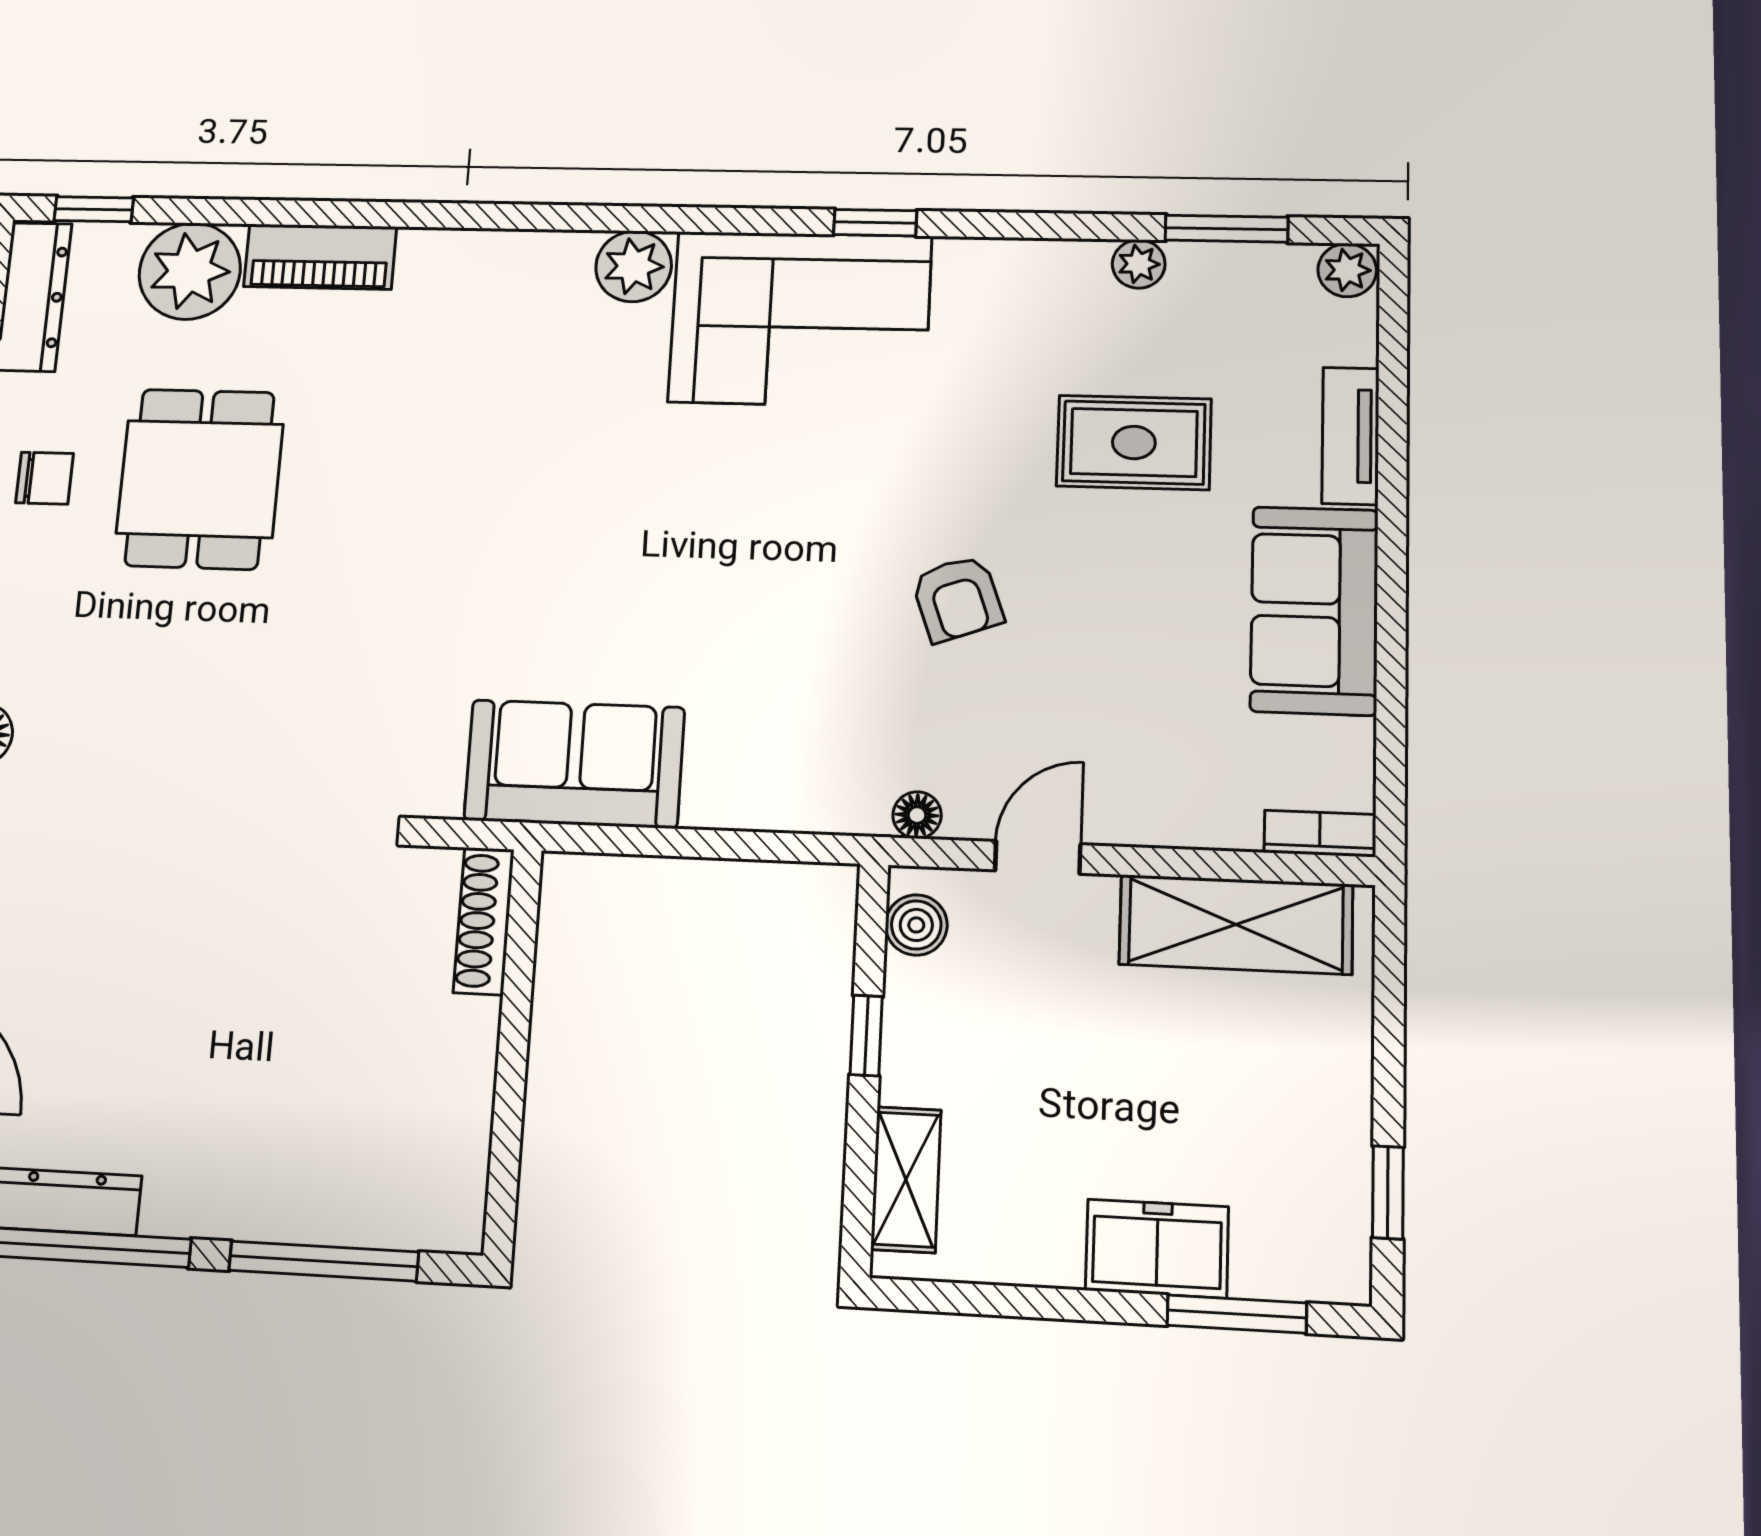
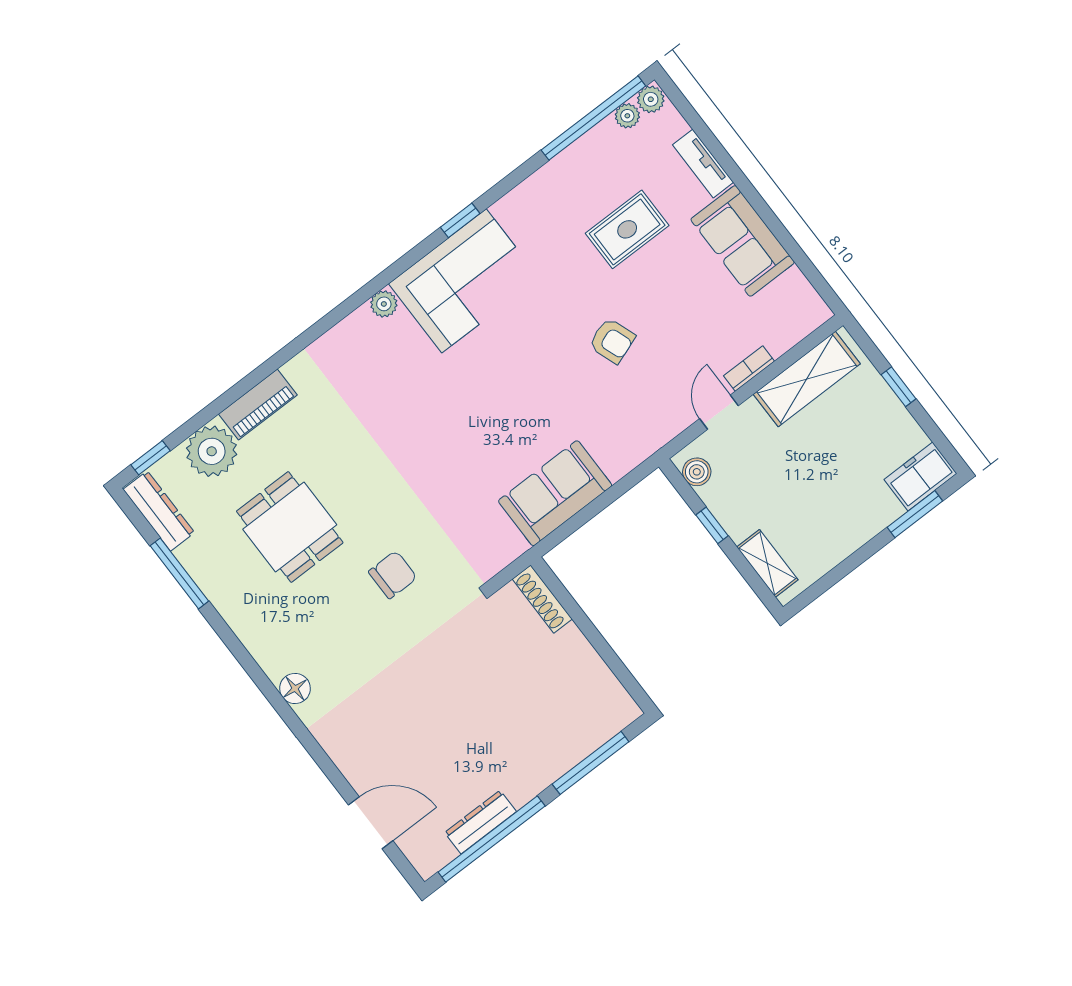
window: (1227, 229) -> (593, 118), width x2.11
plant: (1139, 264) -> (627, 116), moved
plant: (634, 266) -> (384, 304), width x0.73, depth x0.73
chair: (45, 478) -> (393, 575), moved, width x1.37, depth x1.37
sofa: (574, 764) -> (555, 493), moved
floor lamp: (917, 815) -> (664, 432), removed
bookcase: (1320, 834) -> (749, 368), moved
window: (1388, 1192) -> (899, 387), moved
freezer: (1157, 1249) -> (920, 476), moved

